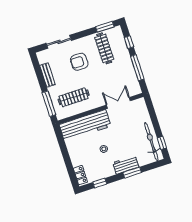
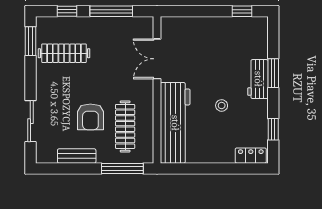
armchair: (79, 62) -> (90, 117), moved
bicycle: (151, 142) -> (235, 27), removed

